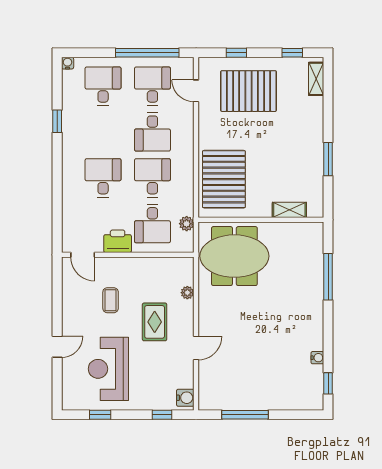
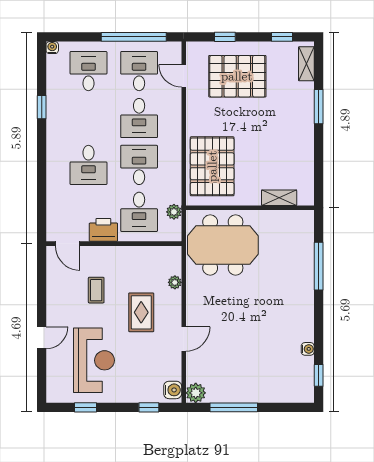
window: (328, 159) -> (319, 107), moved
desk: (103, 178) -> (88, 165), turned 180
reception desk: (108, 369) -> (94, 360), turned 180
plant: (208, 401) -> (196, 393), added

